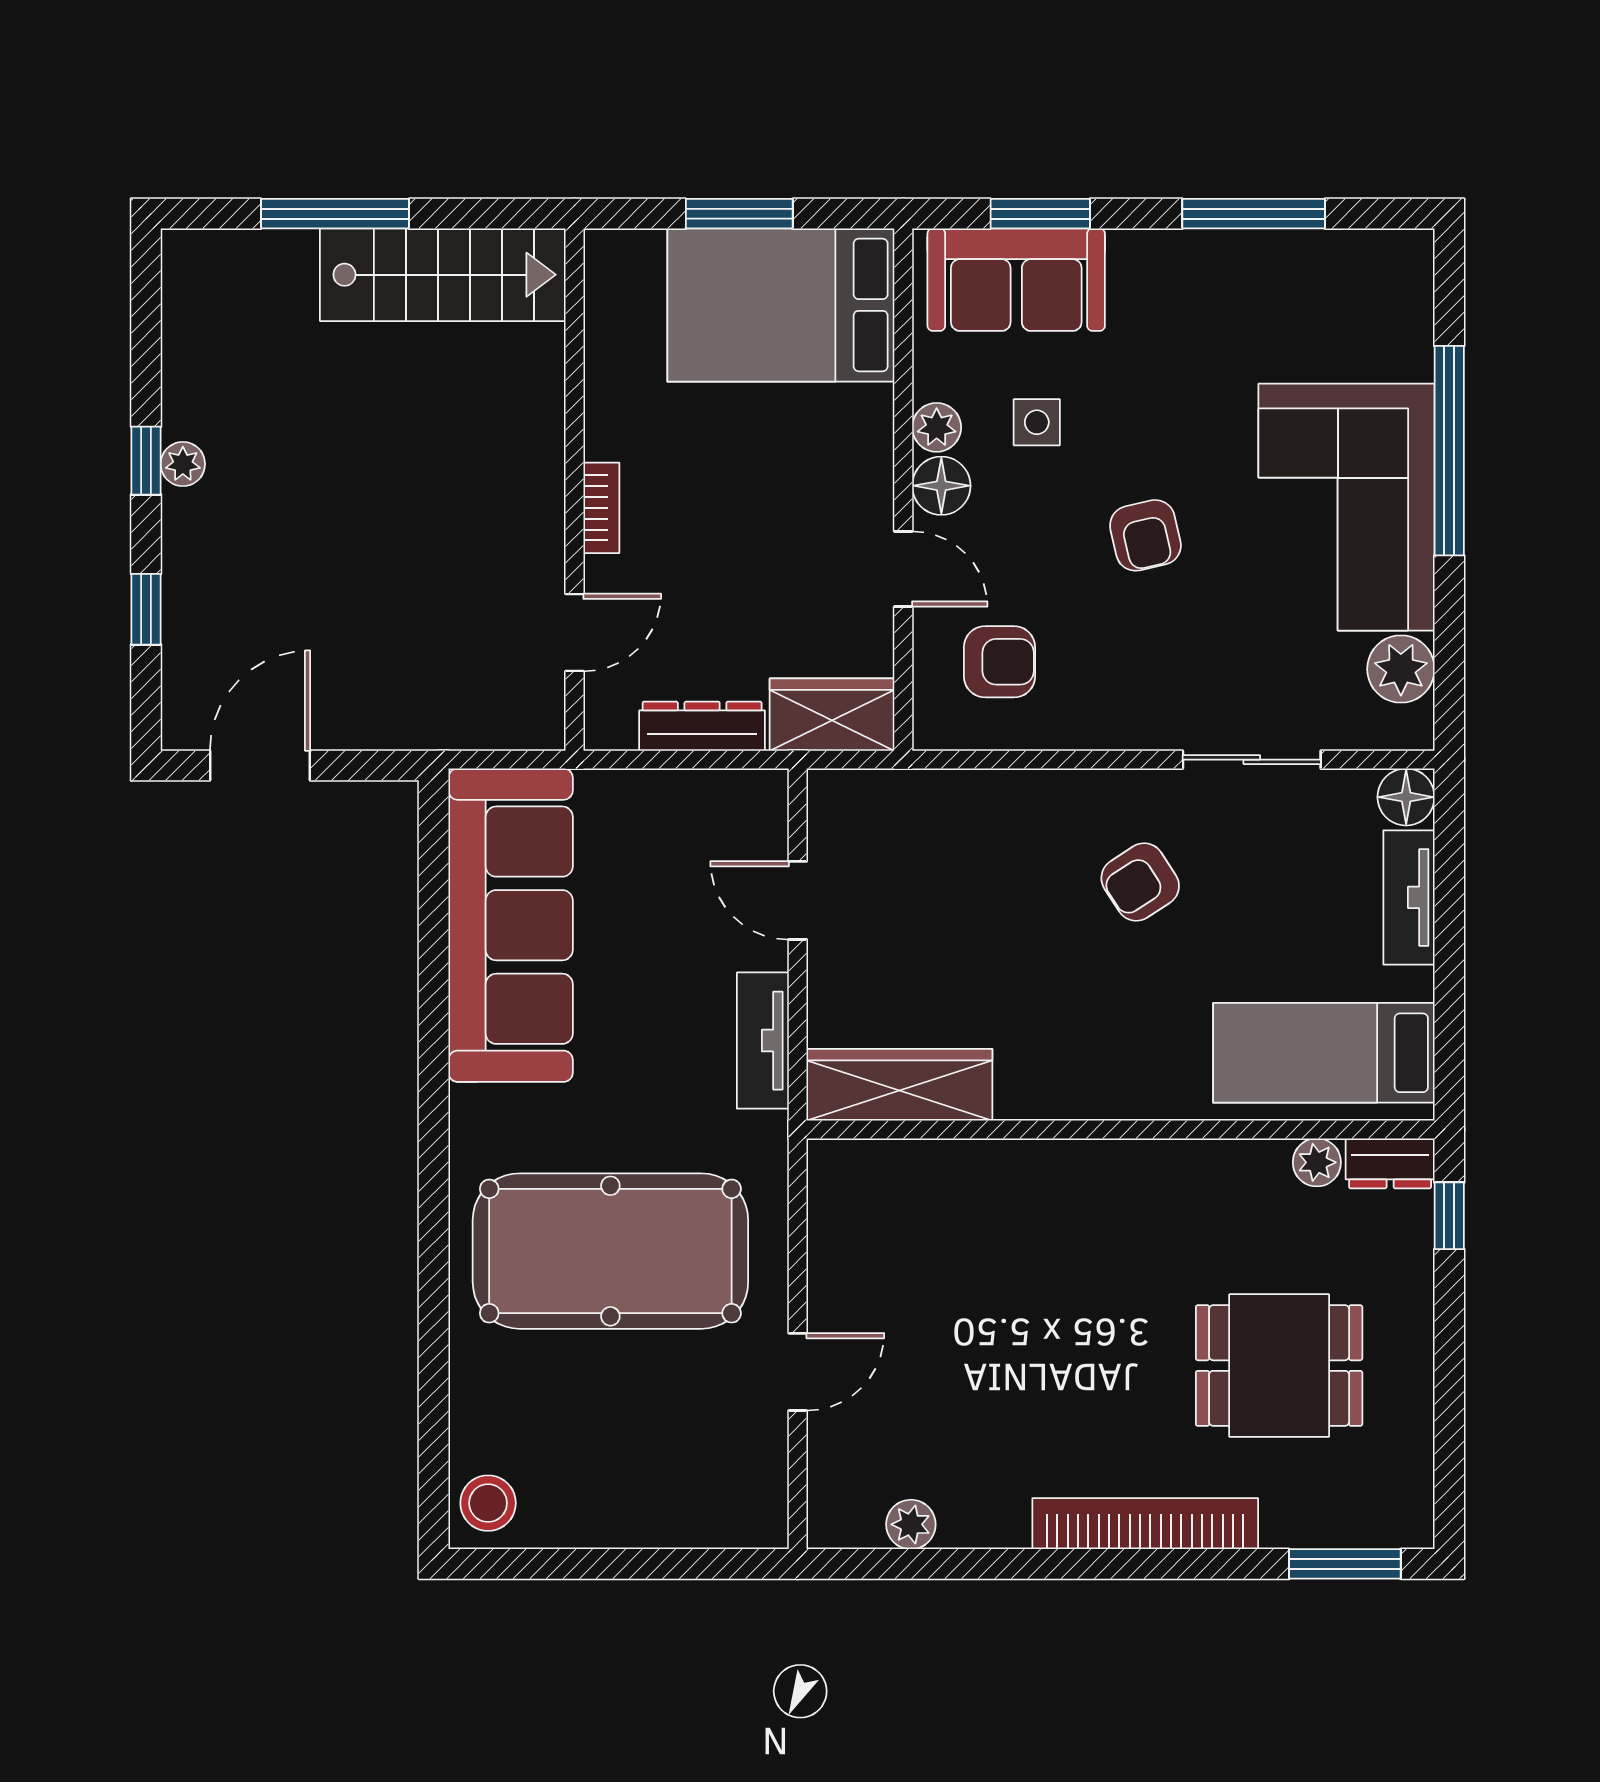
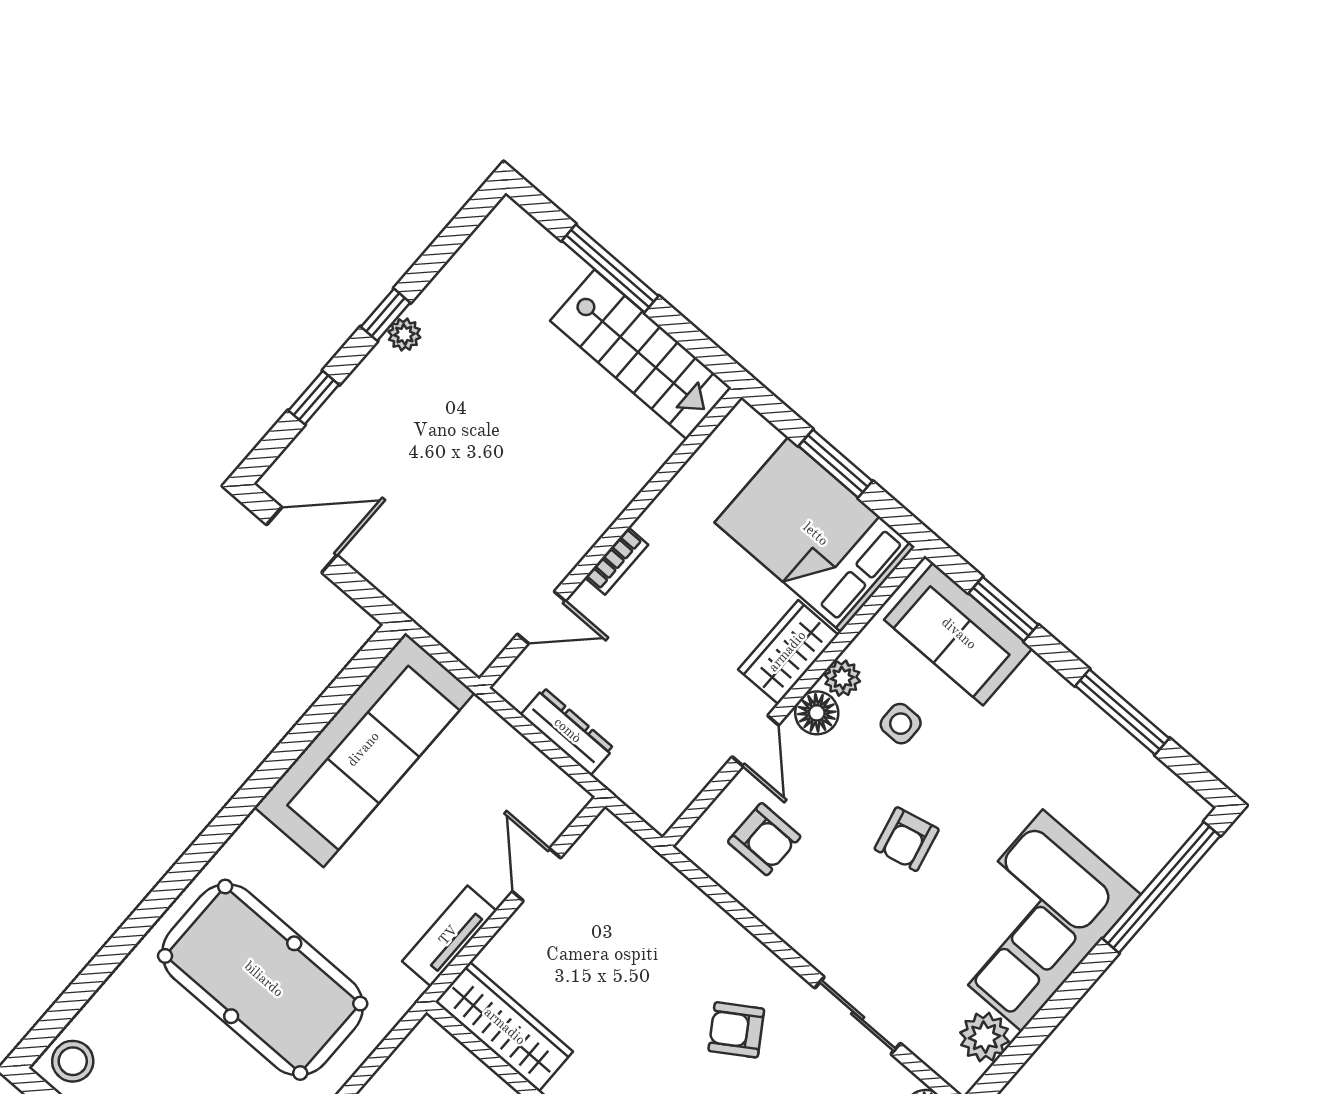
window: (1449, 451) -> (1161, 887), moved
wardrobe: (832, 715) -> (788, 652), moved, turned -90

